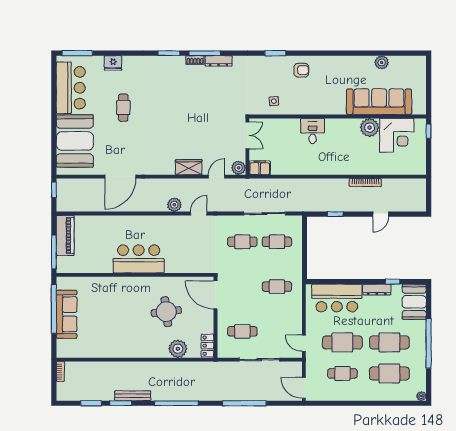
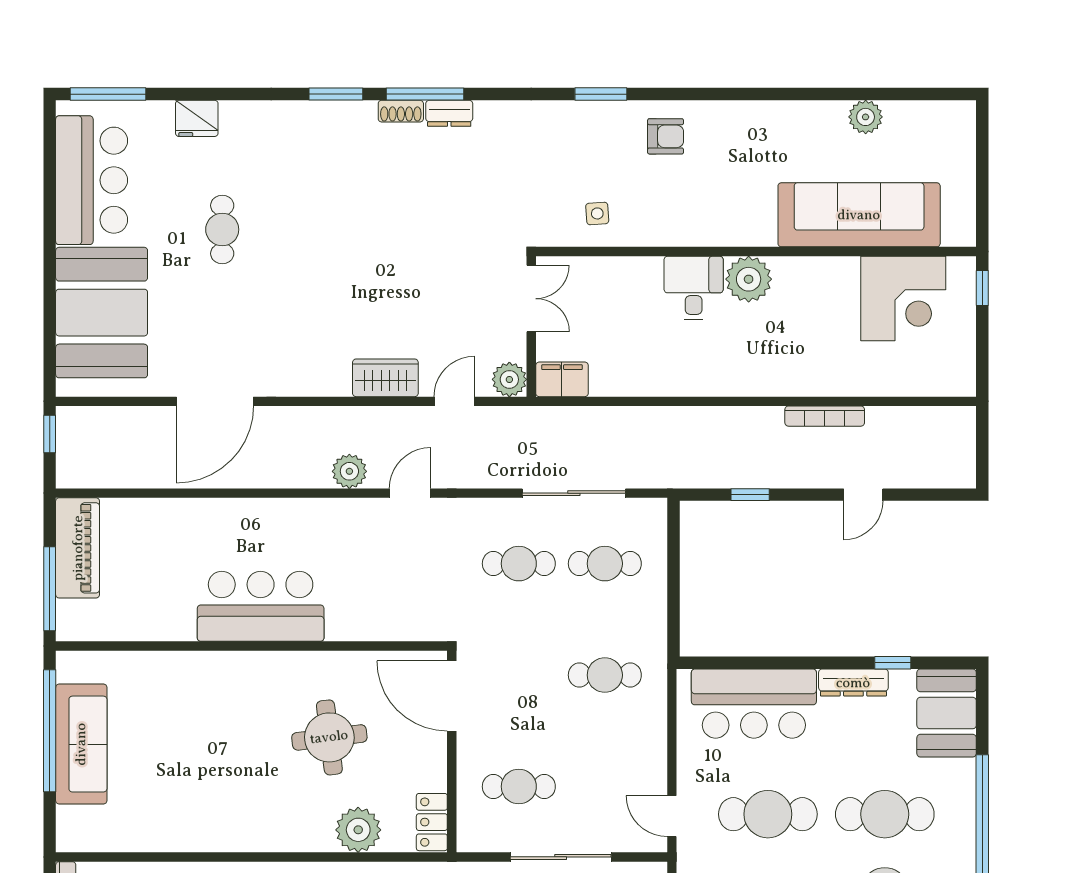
dresser: (219, 61) -> (449, 113), width x0.70
plant: (370, 128) -> (749, 279), moved

